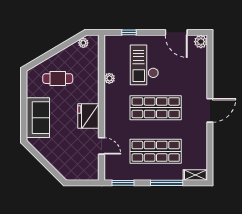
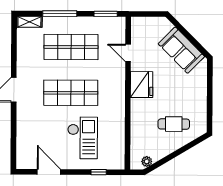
plant: (201, 42) -> (23, 162), removed
plant: (109, 78) -> (119, 124), removed
sofa: (38, 118) -> (181, 50), moved, turned -45

